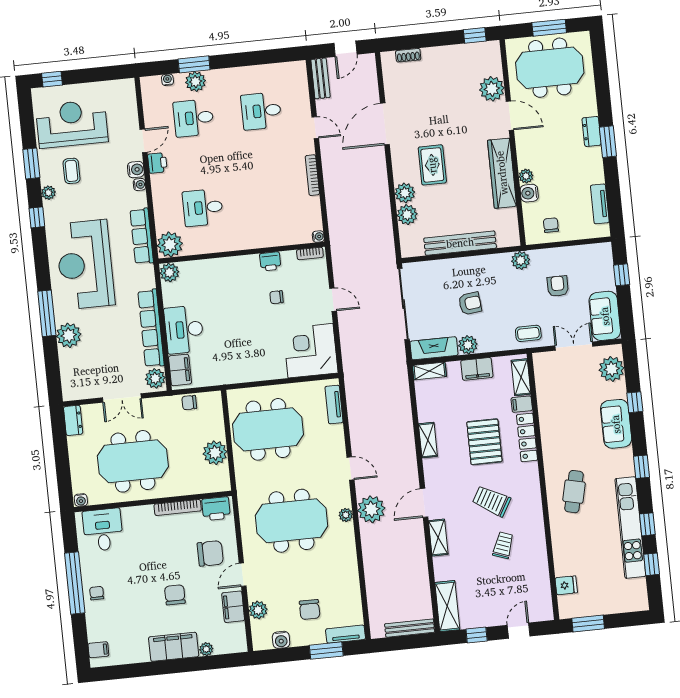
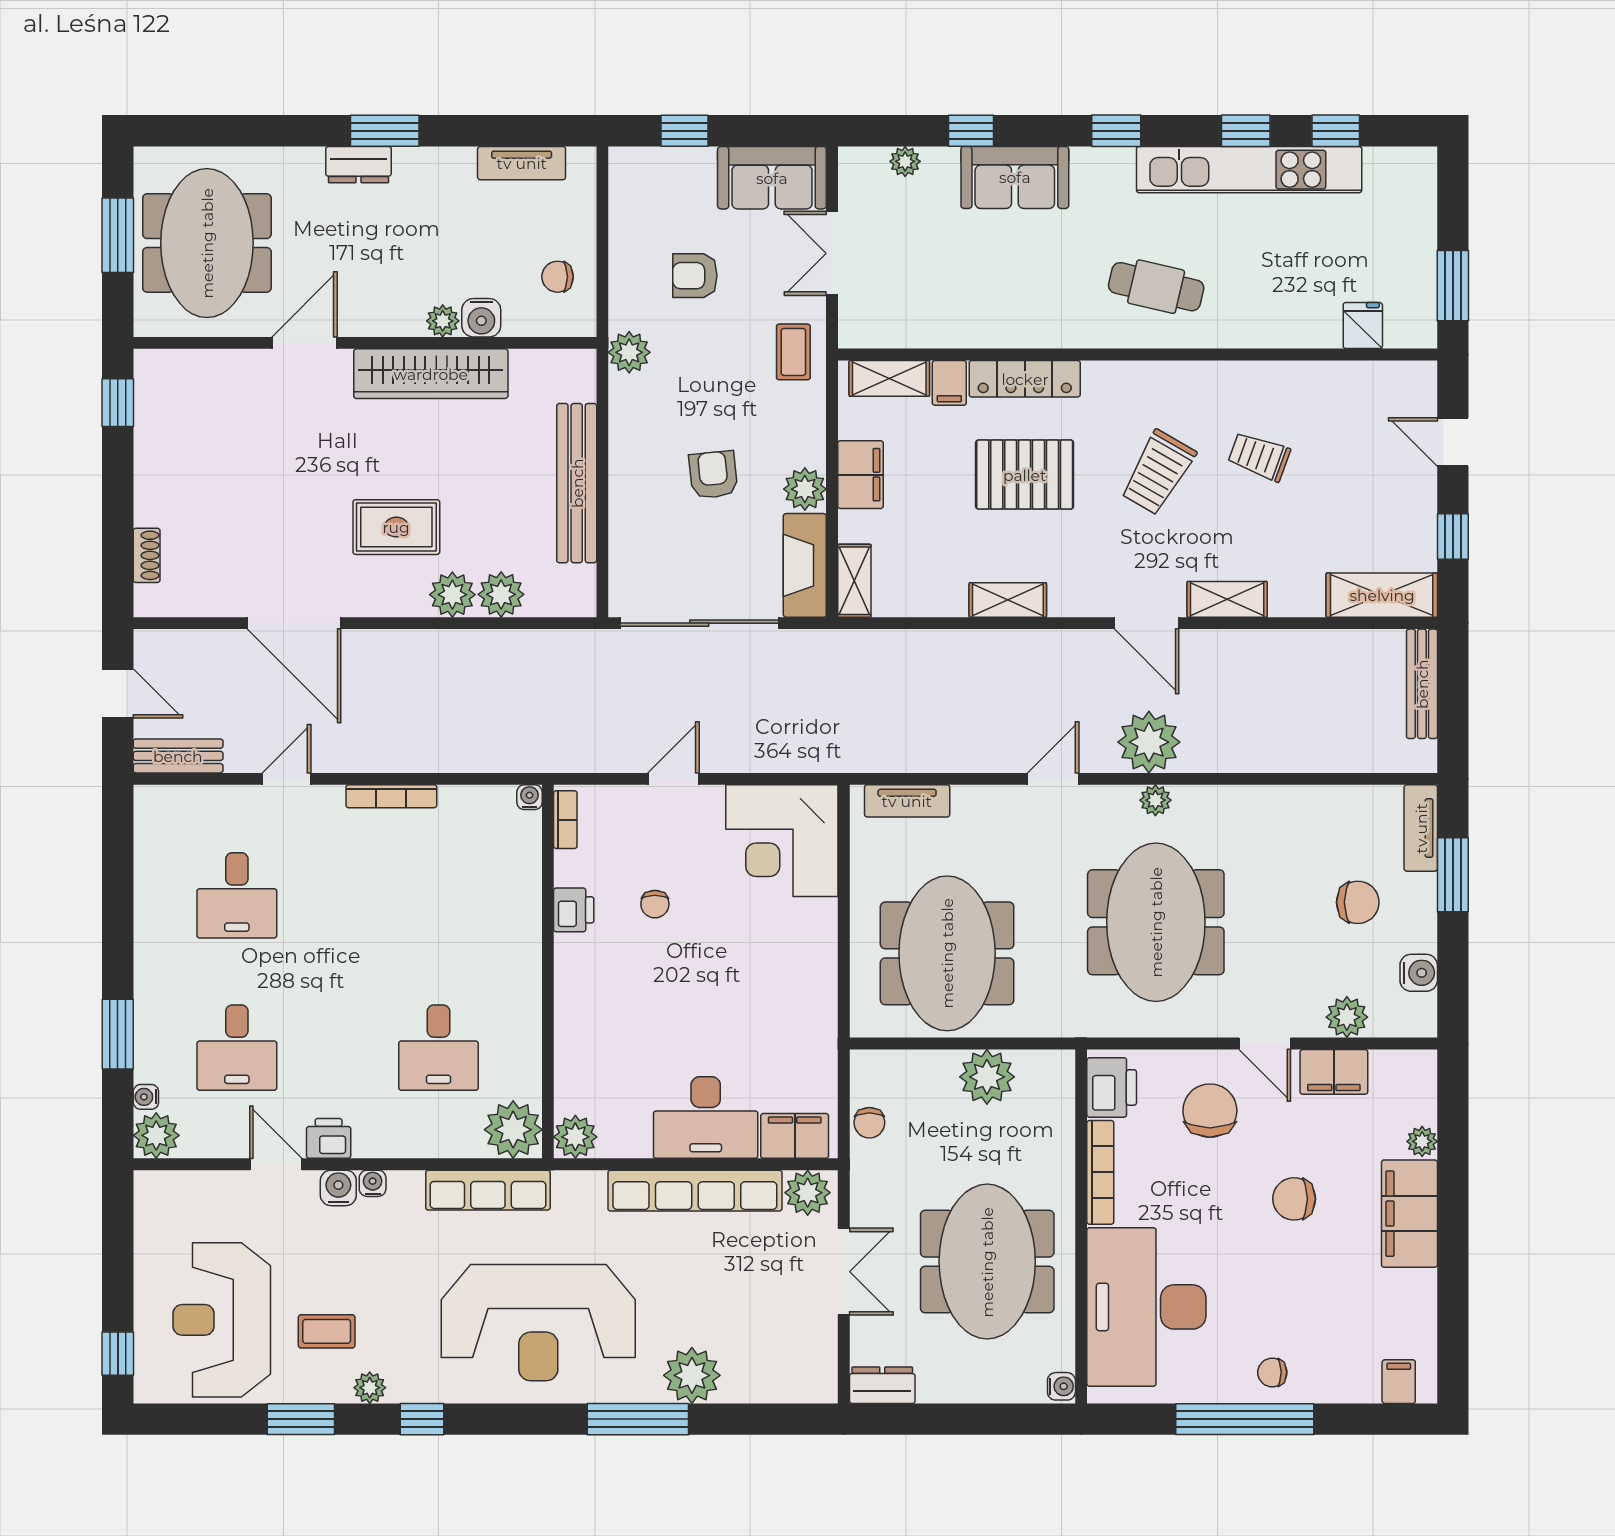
plant: (196, 82) -> (156, 1135), moved
plant: (492, 89) -> (241, 377), removed
plant: (612, 369) -> (905, 161), width x0.53, depth x0.53
desk: (103, 530) -> (1146, 1307), width x1.87, depth x1.30

